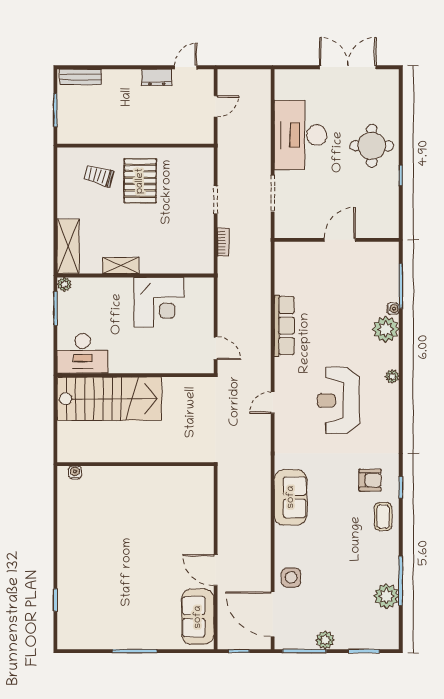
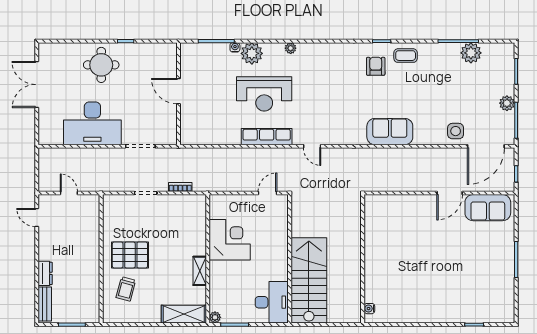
dresser: (157, 77) -> (45, 273), moved
row of seats: (284, 326) -> (267, 137), moved
reception desk: (338, 400) -> (264, 94), moved

